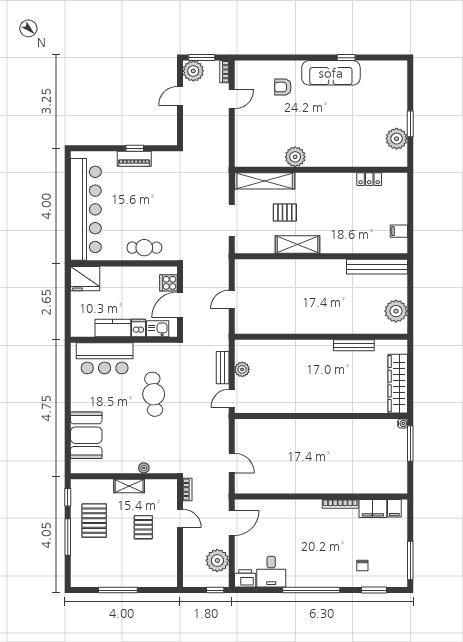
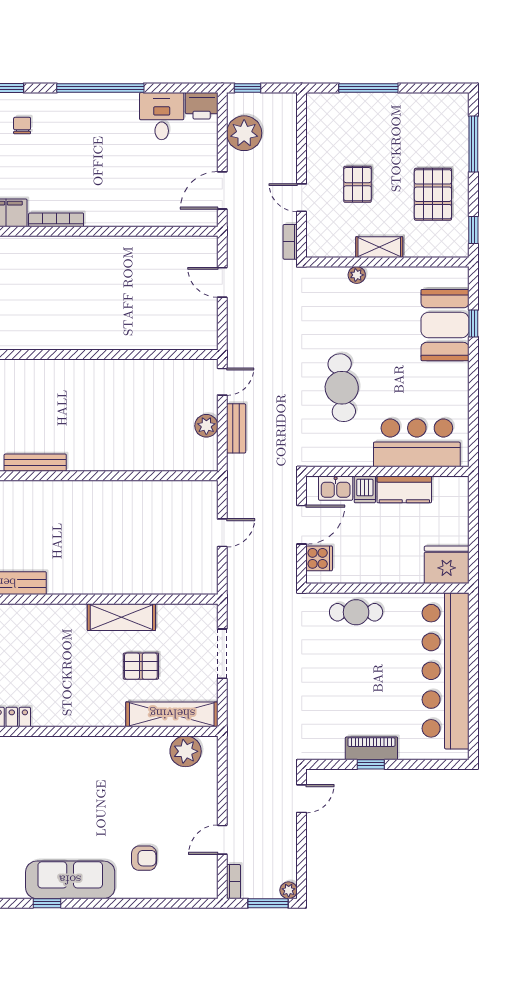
plant: (193, 71) -> (289, 890), width x0.53, depth x0.53
door: (180, 96) -> (302, 799), moved
plant: (295, 157) -> (186, 751), moved
window: (68, 436) -> (473, 323), added
window: (68, 537) -> (473, 144), moved
window: (118, 590) -> (368, 88), moved

